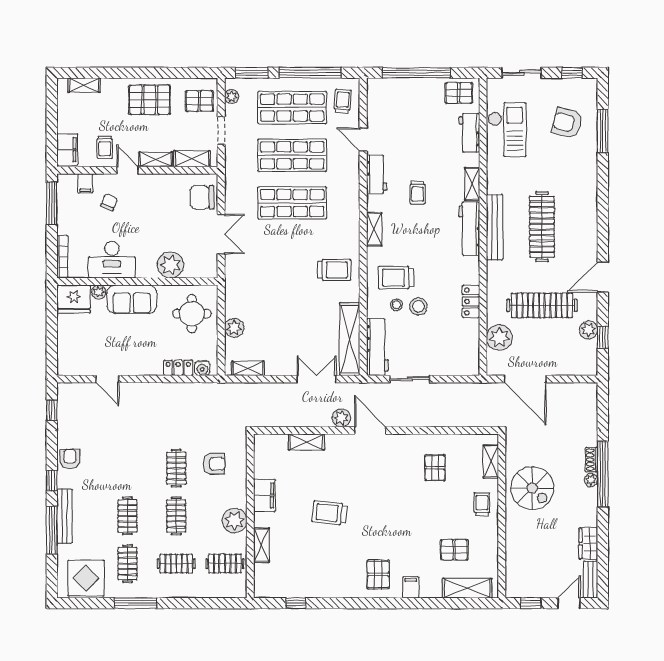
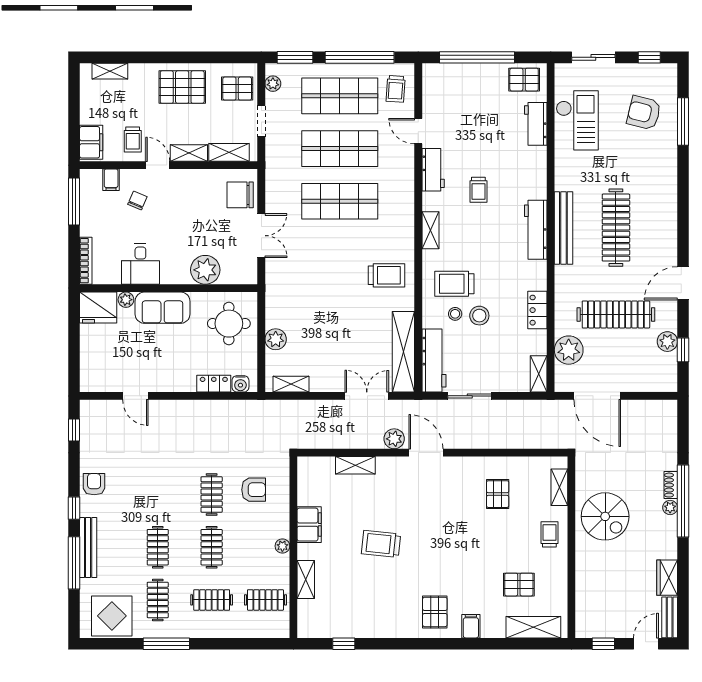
trolley: (343, 101) -> (396, 89), turned 180
shelving: (472, 184) -> (539, 374), moved
desk: (112, 260) -> (140, 264), width x0.73
plant: (235, 521) -> (282, 546), width x0.53, depth x0.53

